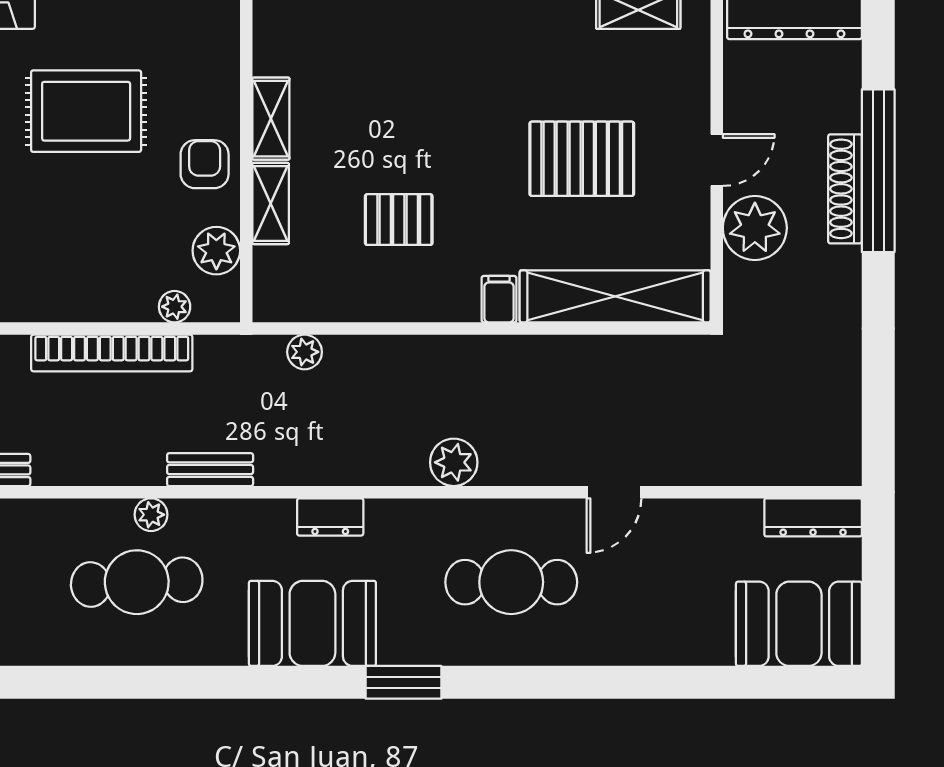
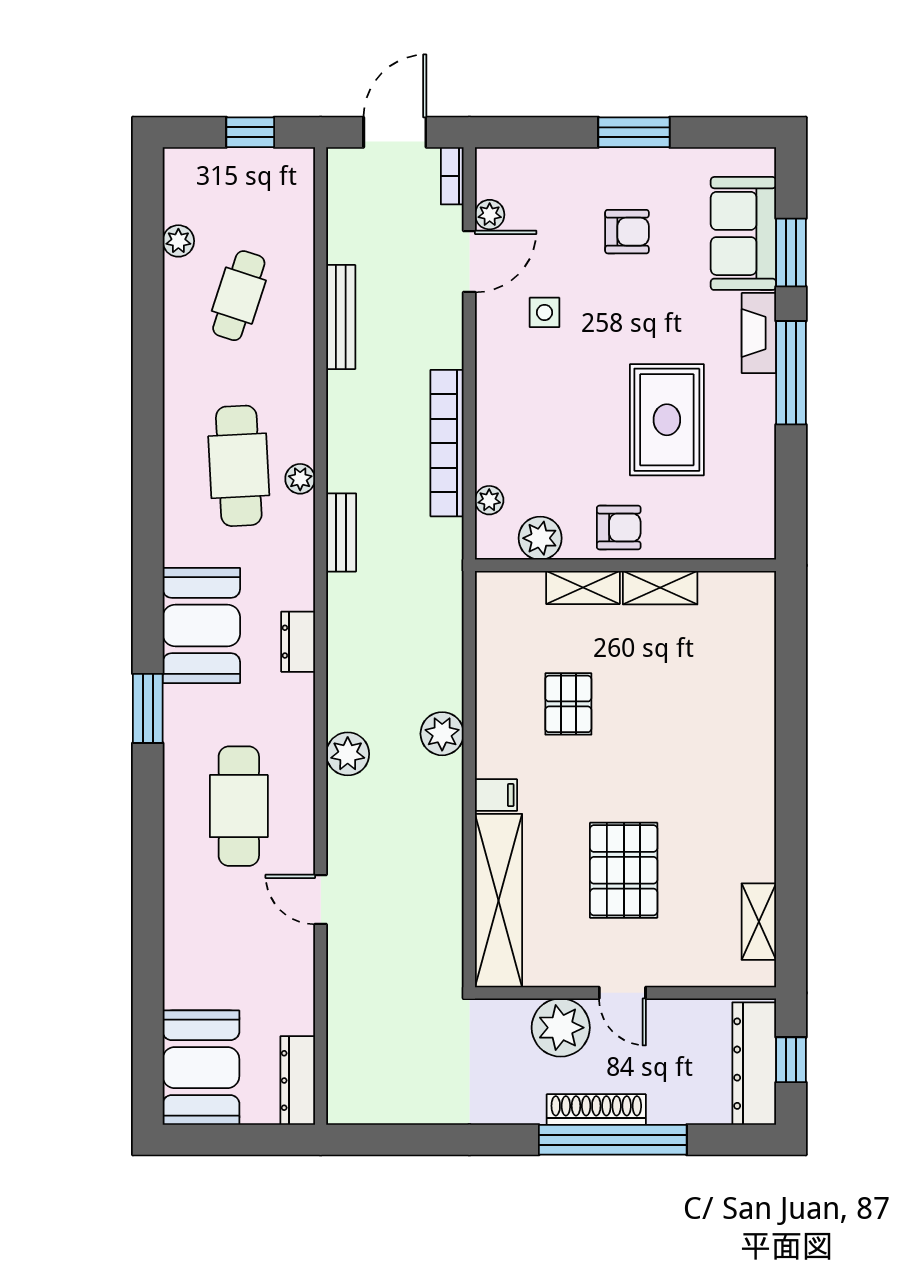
plant: (305, 352) -> (442, 734), moved, width x1.38, depth x1.38

